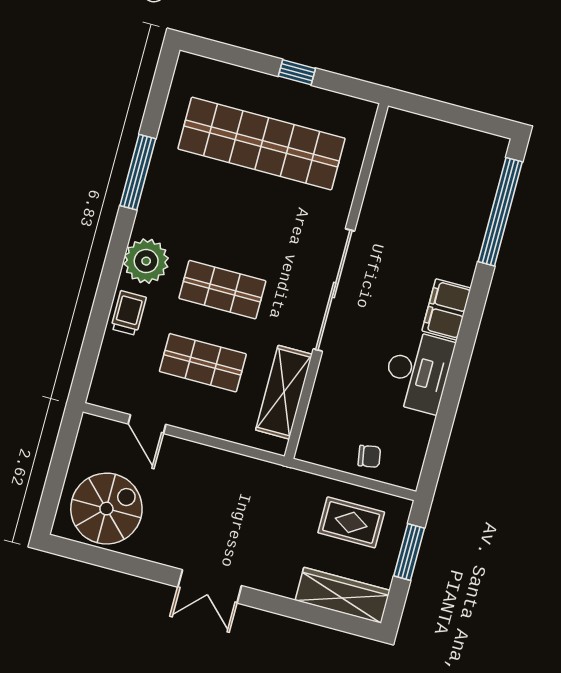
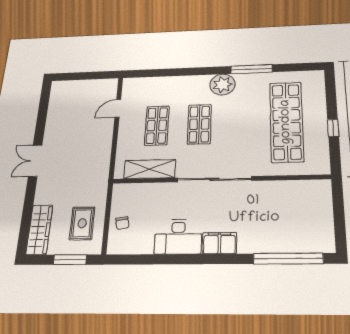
plant: (146, 261) -> (222, 85), moved
trolley: (128, 313) -> (175, 85), removed
spiral stairs: (106, 509) -> (69, 102), removed

